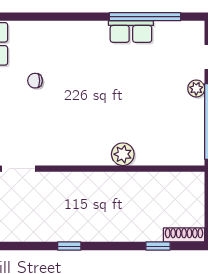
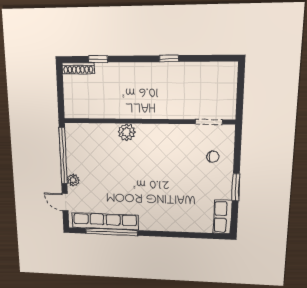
row of seats: (131, 32) -> (105, 221), width x2.02
chair: (35, 81) -> (213, 157), moved

